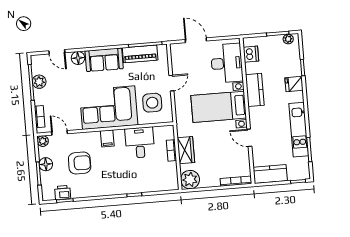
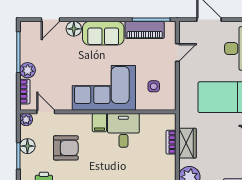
door: (57, 52) -> (50, 20), hinge flipped
plant: (39, 82) -> (28, 70), moved
door: (171, 83) -> (177, 52), moved
side table: (152, 103) -> (154, 86), width x0.54, depth x0.54
desk: (140, 143) -> (123, 130), moved

